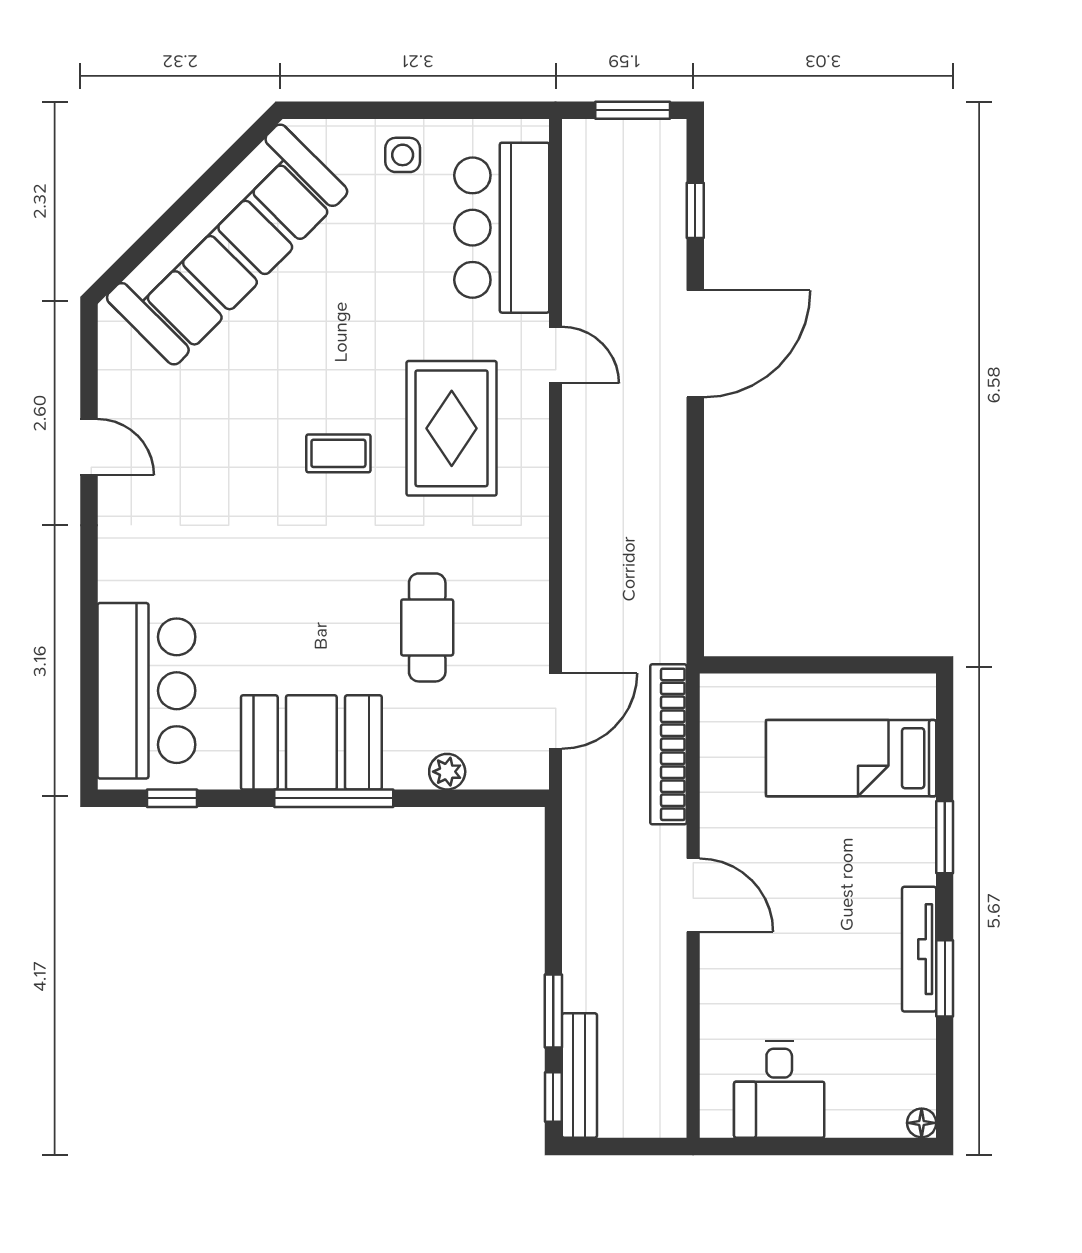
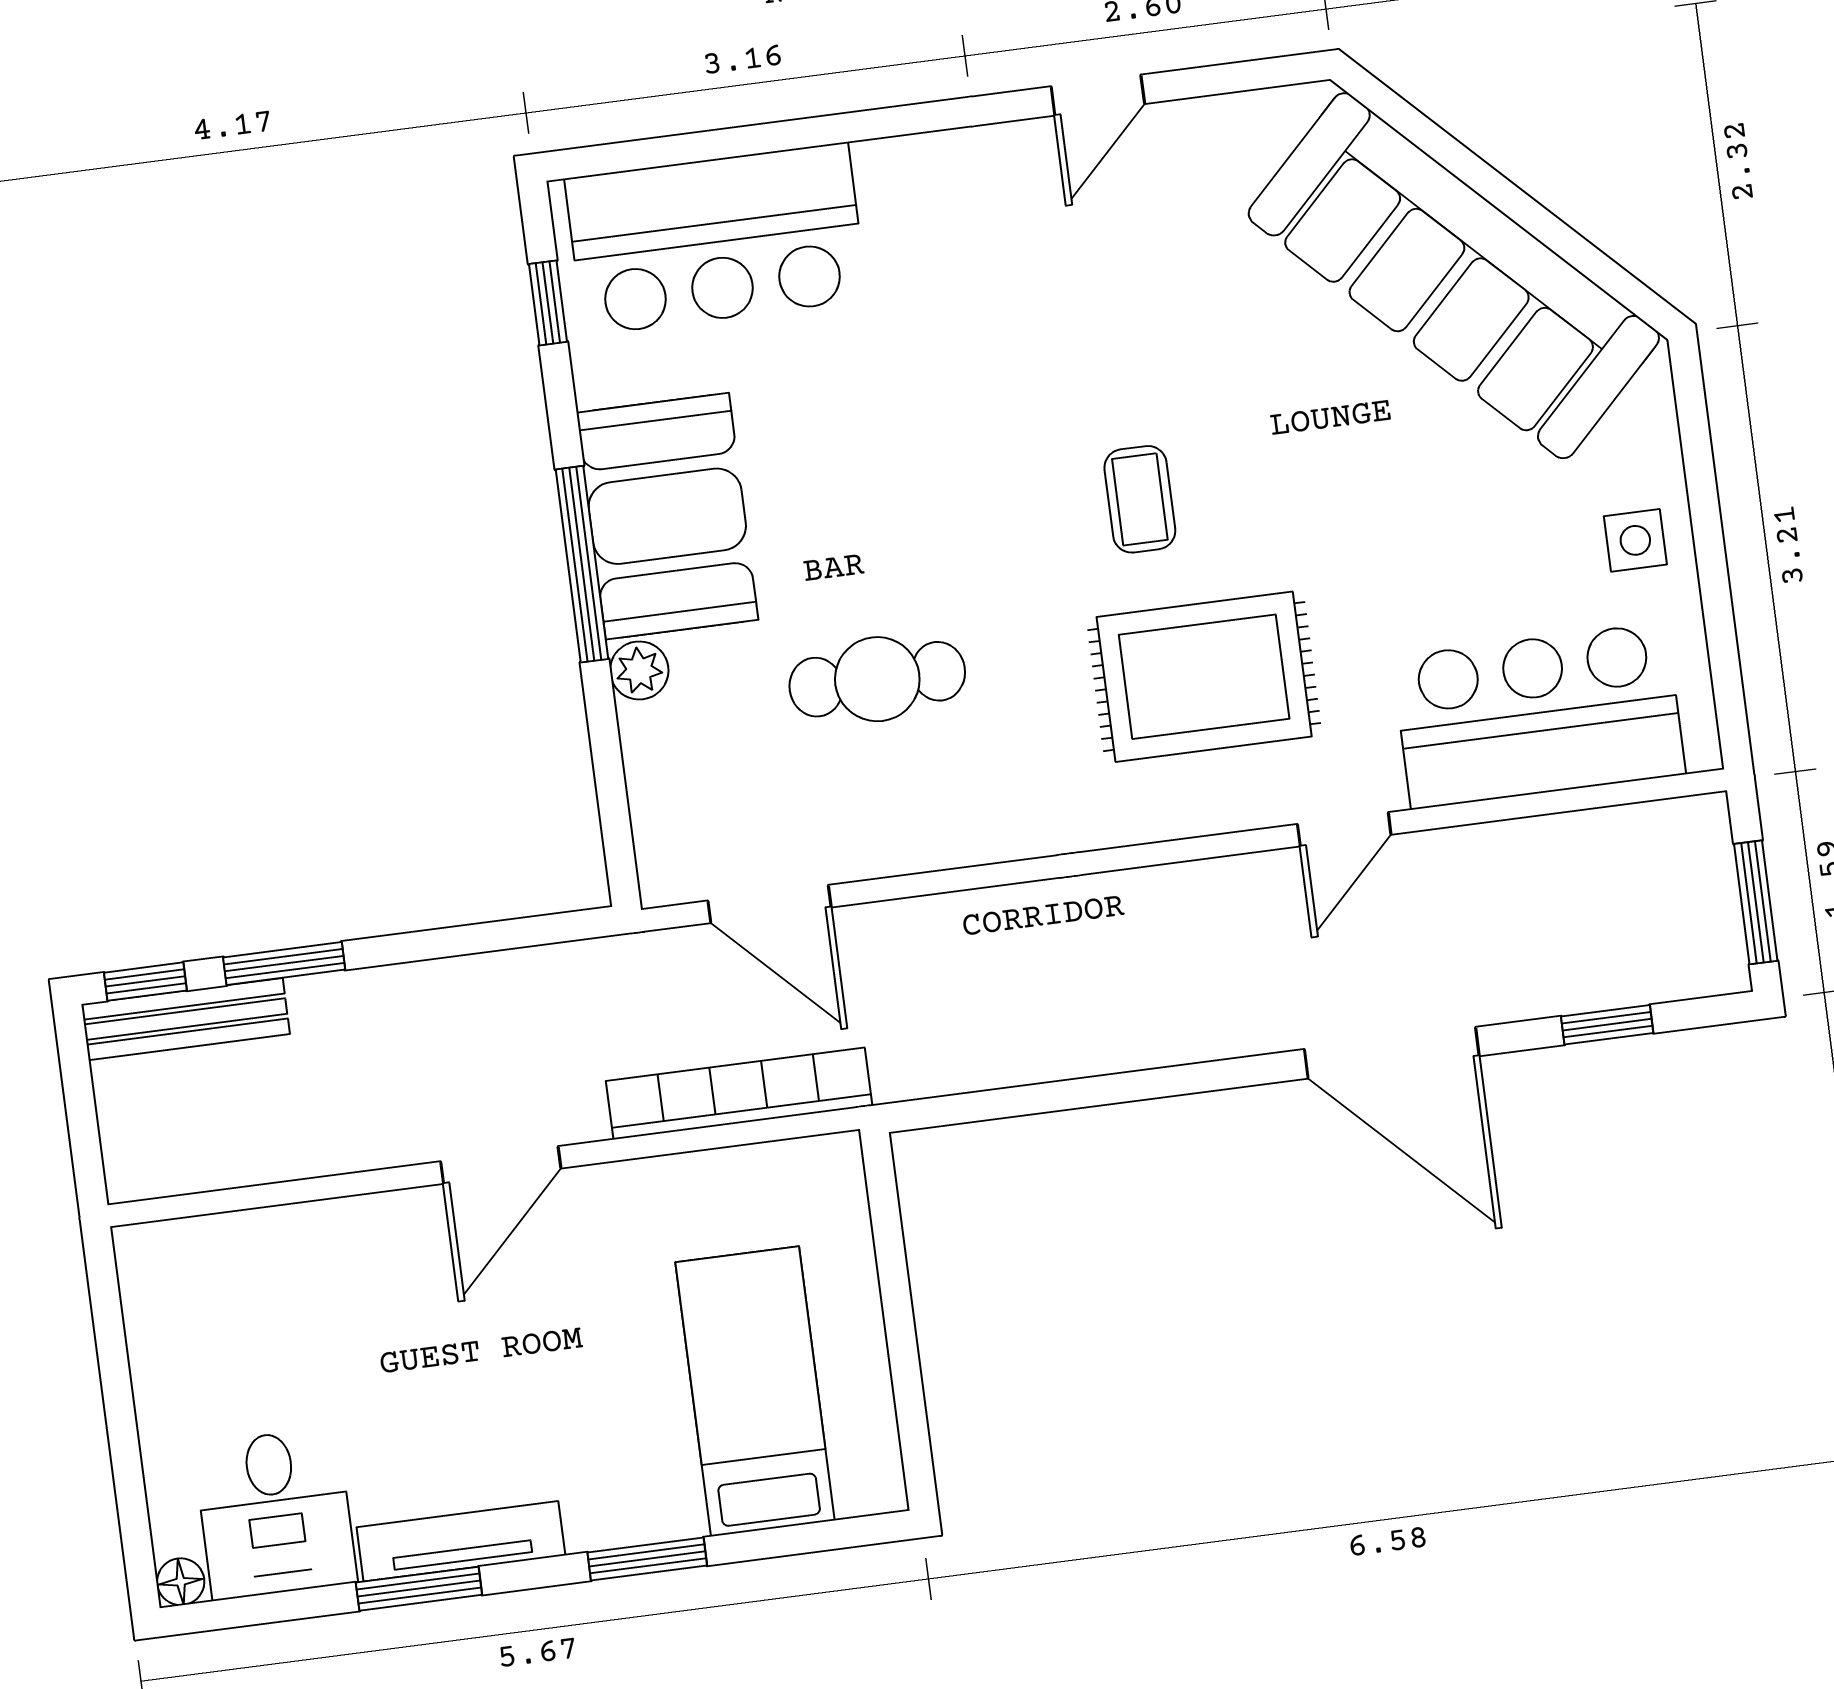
plant: (447, 772) -> (639, 670), moved
desk: (779, 1089) -> (275, 1513), moved, turned -90

